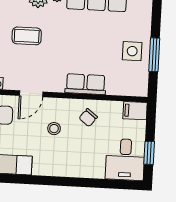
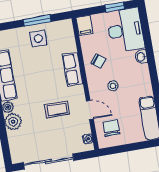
coffee table: (27, 36) -> (57, 109), moved, turned 90
desk: (125, 160) -> (125, 30), width x1.37
washbasin: (81, 171) -> (141, 57), added

